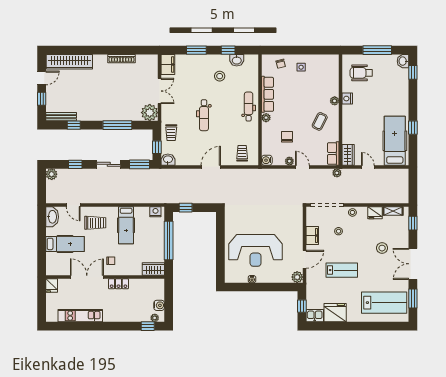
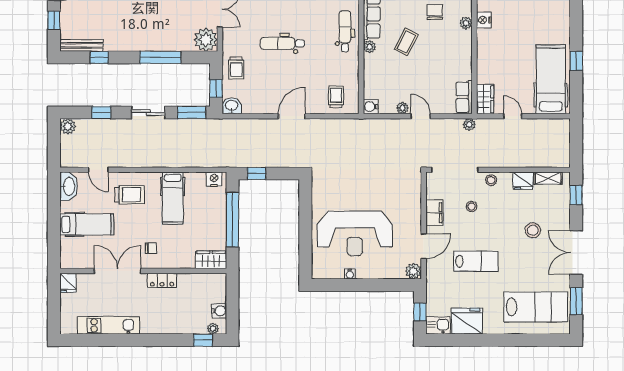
dental chair: (204, 115) -> (282, 43), turned 90
coffee table: (320, 121) -> (406, 42), moved
chair: (287, 137) -> (435, 12), moved

